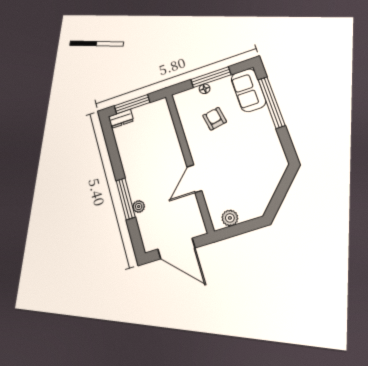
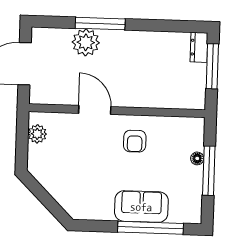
sofa: (248, 90) -> (141, 207), moved
armchair: (215, 119) -> (135, 141), moved, turned 100
plant: (139, 207) -> (86, 42), width x1.87, depth x1.87

